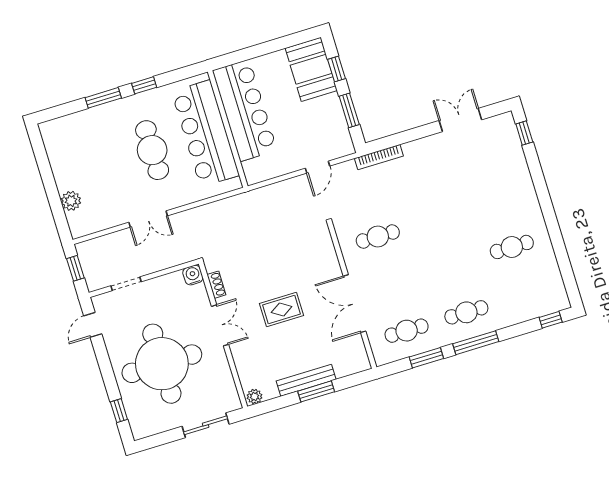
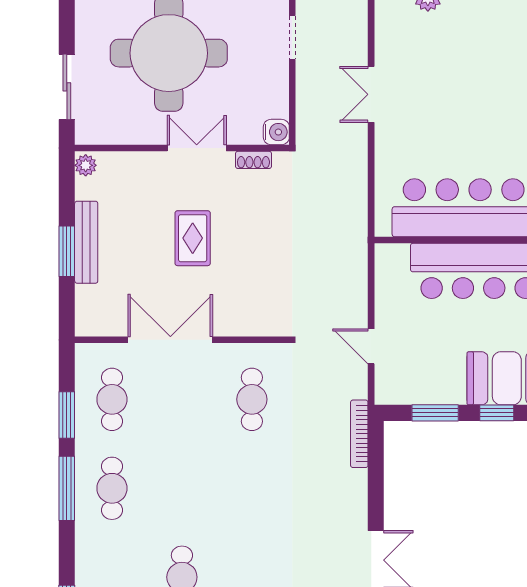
cafe table: (152, 150) -> (463, 128), removed
double door: (220, 325) -> (197, 148), swing flipped

